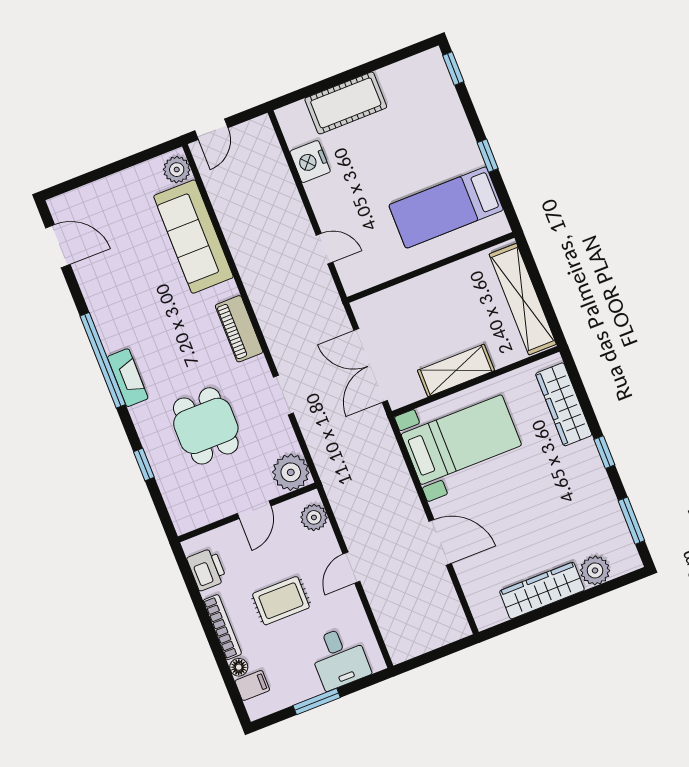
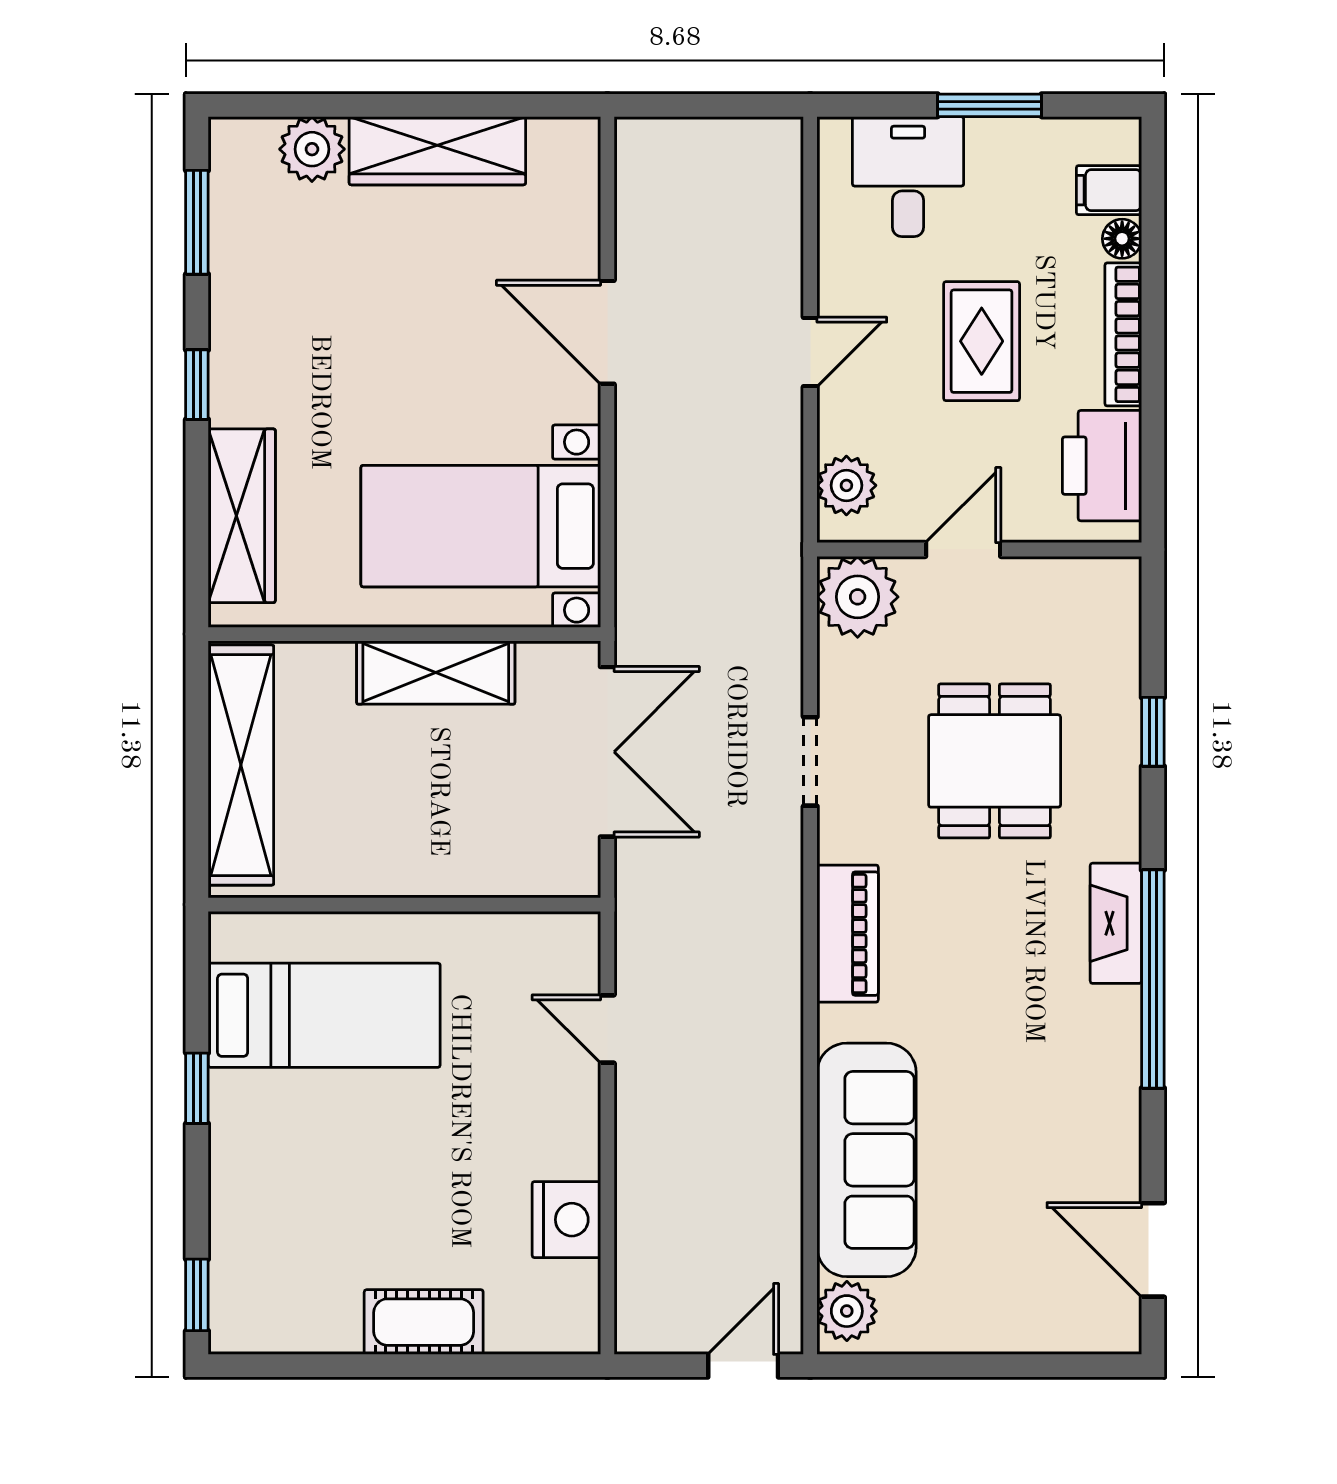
cot: (346, 103) -> (424, 1322), width x0.73, depth x0.75
printer: (207, 569) -> (1102, 466), width x1.37, depth x1.19
rug: (281, 601) -> (982, 341), turned 90

